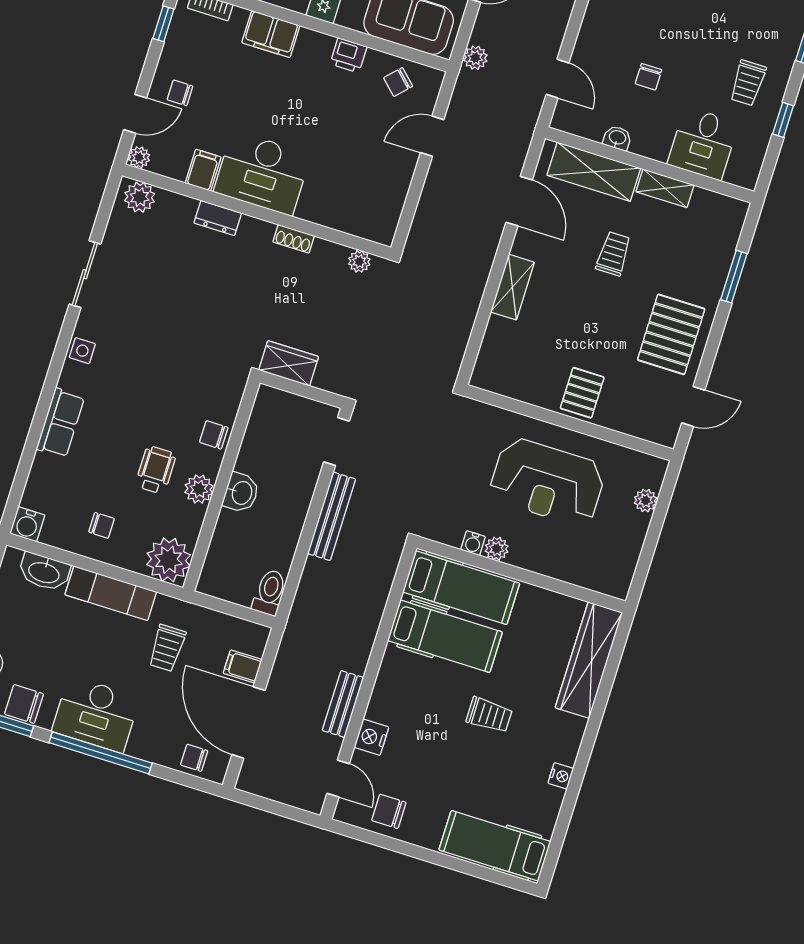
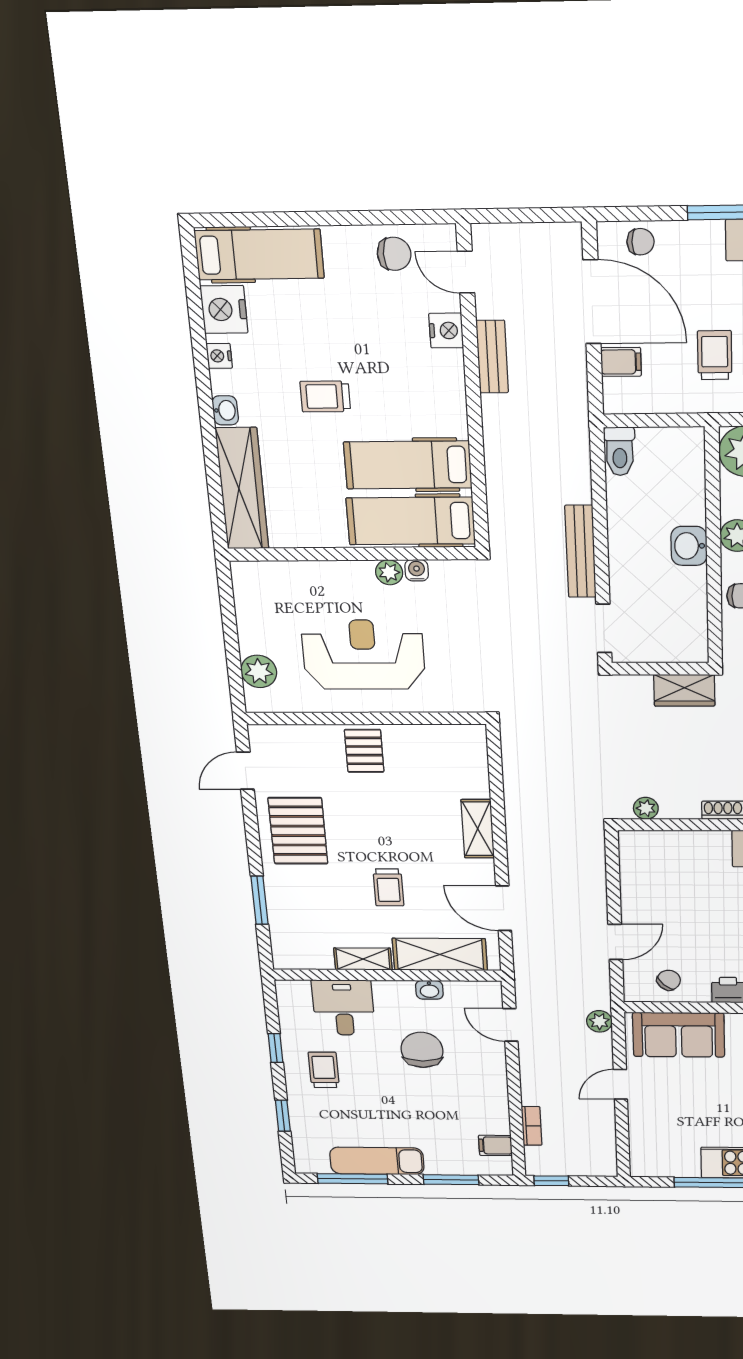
chair: (648, 77) -> (422, 1050), width x1.87, depth x1.87
plant: (646, 501) -> (259, 671), width x1.38, depth x1.38
washbasin: (575, 730) -> (225, 410), added
nightstand: (541, 812) -> (224, 309), added

